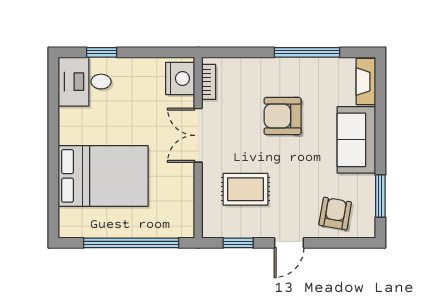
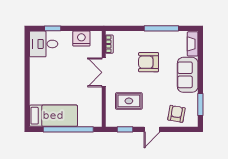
nightstand: (180, 78) -> (81, 39), moved, turned -90
bed: (103, 176) -> (53, 116), moved, width x0.67

